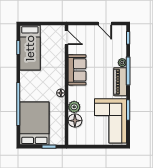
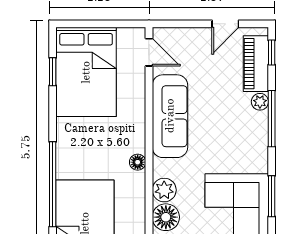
door: (105, 24) -> (225, 24), hinge flipped
bed: (30, 48) -> (86, 72), width x1.50
sofa: (77, 70) -> (170, 116), width x1.36
piano: (120, 82) -> (256, 64), moved

